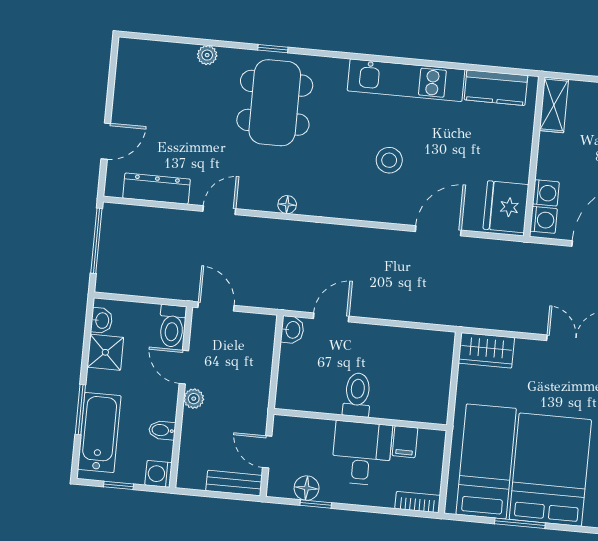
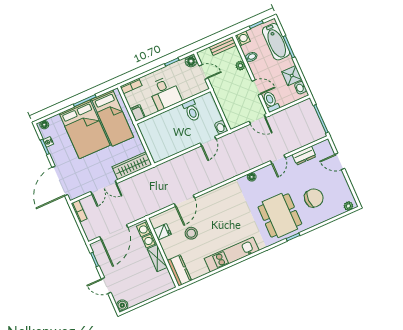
plant: (207, 55) -> (348, 206), moved
kitchen counter: (496, 88) -> (179, 270), moved, turned 90
chair: (193, 100) -> (314, 198), added
shelving: (554, 105) -> (157, 258), moved
door: (106, 141) -> (340, 161), hinge flipped
stool: (389, 160) -> (191, 233), moved
dresser: (156, 189) -> (304, 156), width x0.70
fridge: (506, 207) -> (162, 232), width x0.53, depth x0.75
wardrobe: (486, 350) -> (132, 166), width x1.50
toilet: (357, 395) -> (192, 111), moved
plant: (194, 399) -> (240, 66), moved
filing cabinet: (405, 442) -> (138, 113), moved
bench: (234, 483) -> (223, 46), moved
floor lamp: (307, 488) -> (191, 61), moved

